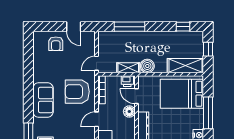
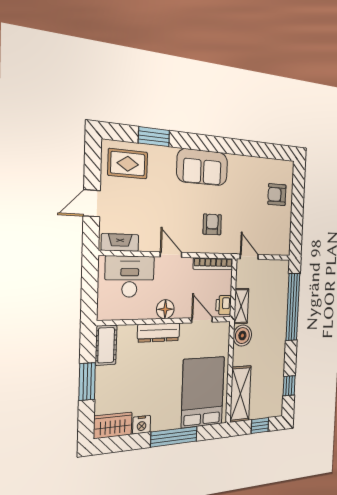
door: (74, 27) -> (297, 223), removed
window: (130, 27) -> (293, 307), width x1.46
armchair: (77, 92) -> (212, 224), width x0.53, depth x0.53
door: (136, 96) -> (202, 320), hinge flipped
floor lamp: (129, 112) -> (165, 309), moved

